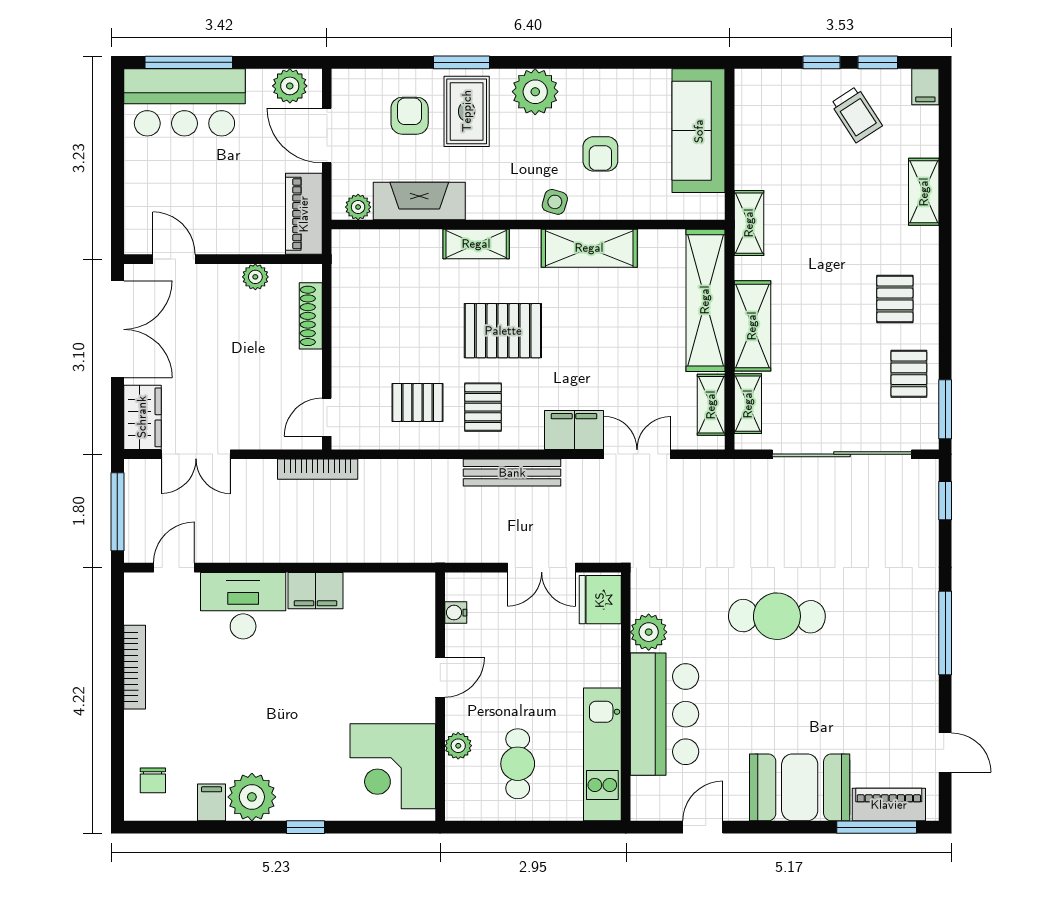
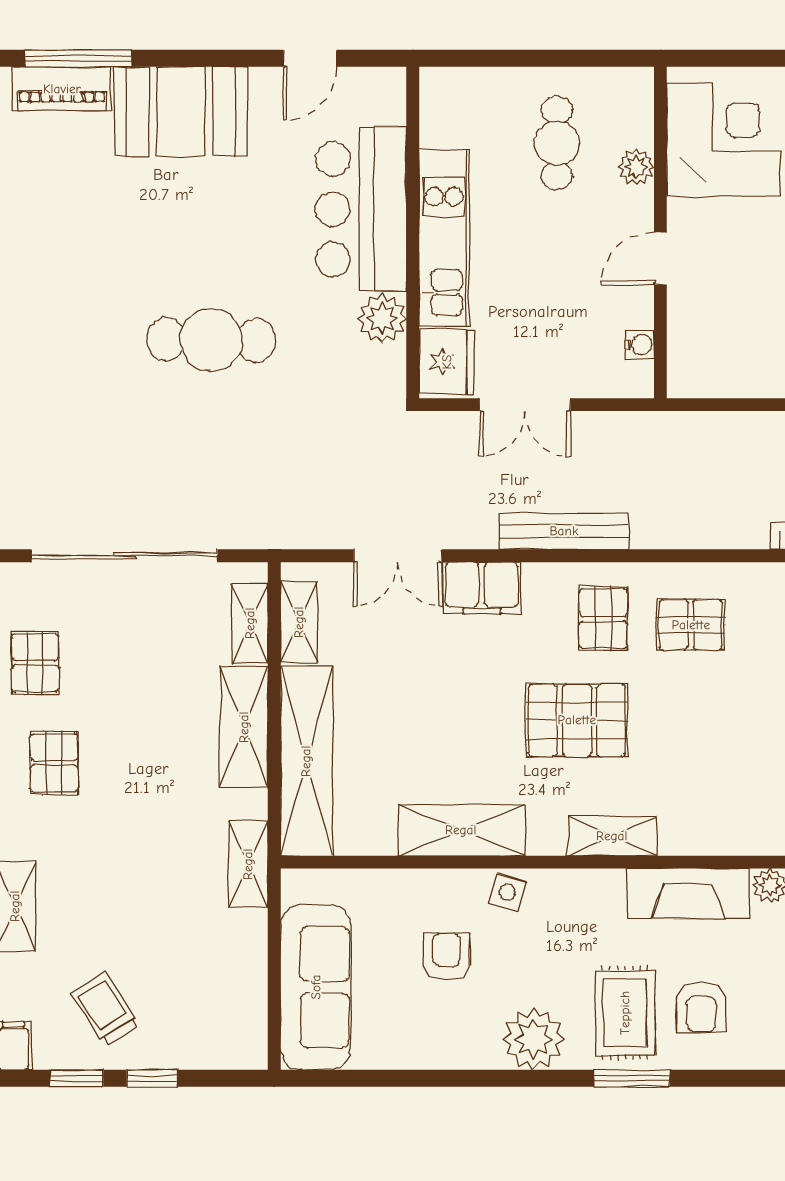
double door: (542, 568) -> (525, 405), swing flipped
kitchen unit: (602, 754) -> (444, 237), moved

